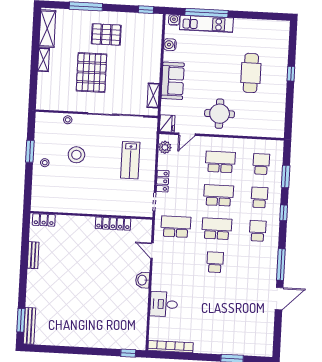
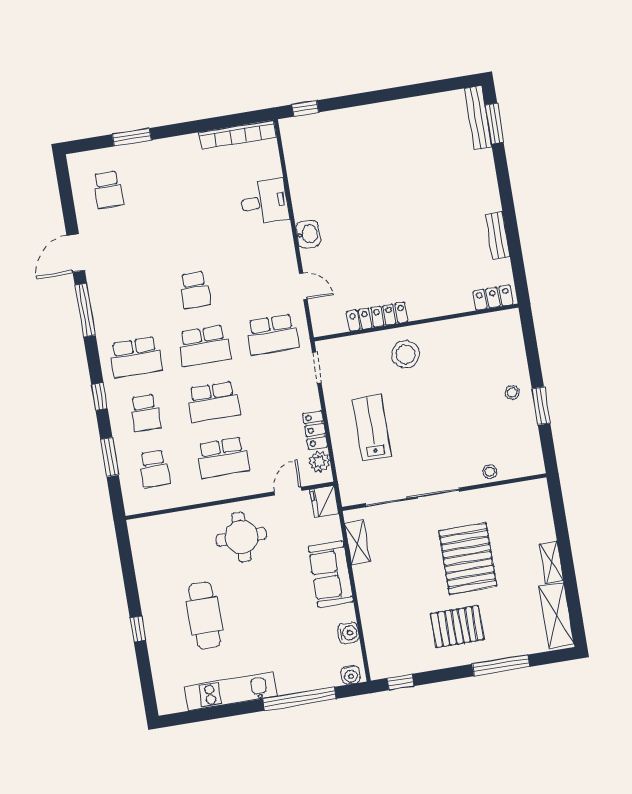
kitchen unit: (206, 24) -> (230, 691), moved
stool: (76, 155) -> (406, 354), moved
locker: (163, 181) -> (315, 430), moved
school desk: (258, 231) -> (136, 357), width x1.85
school desk: (252, 331) -> (108, 190), added

